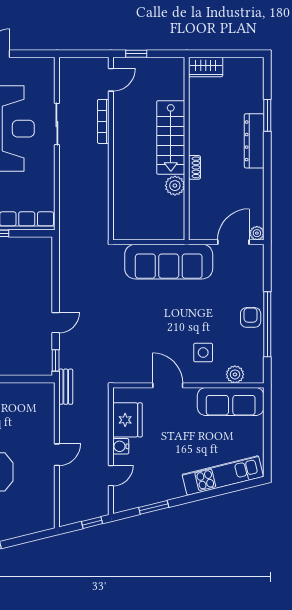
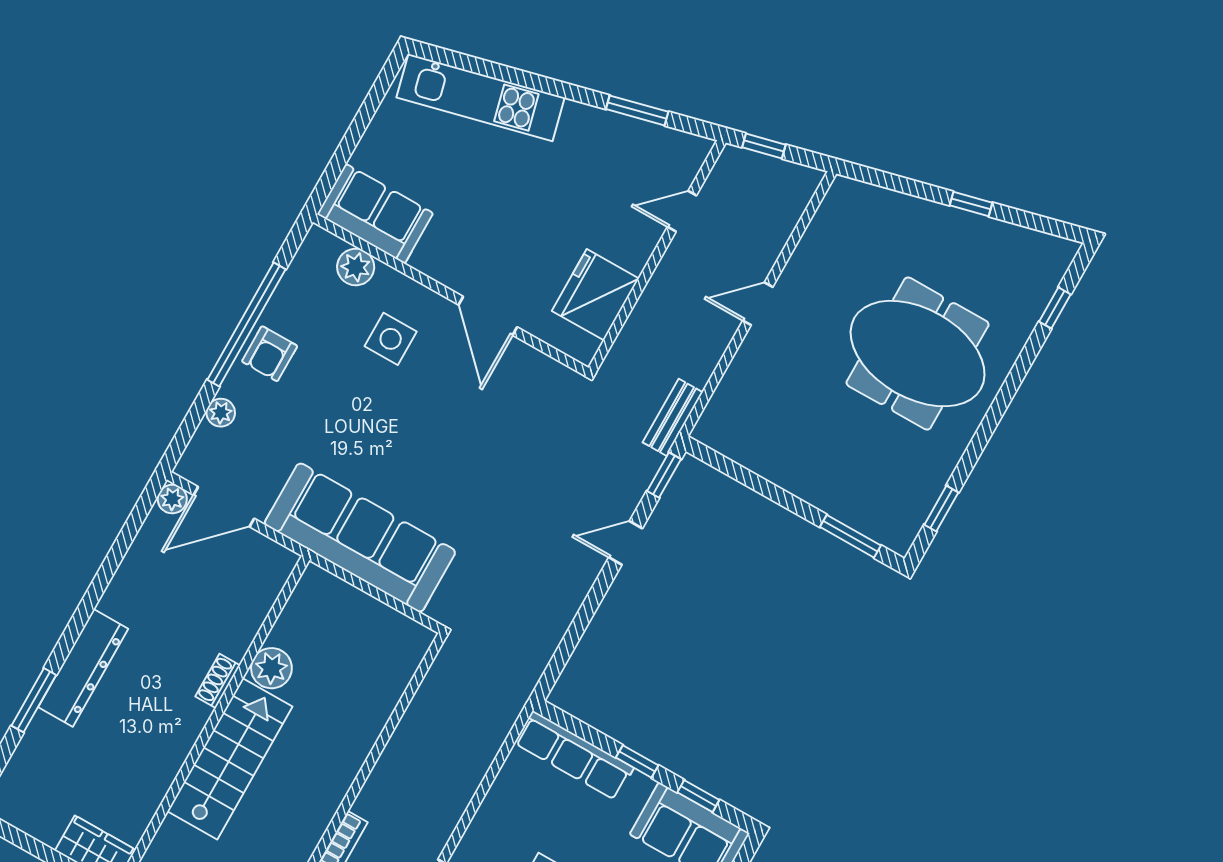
plant: (257, 281) -> (221, 413), added
sofa: (231, 402) -> (375, 214), width x0.73
water cooler: (121, 446) -> (634, 254), removed

